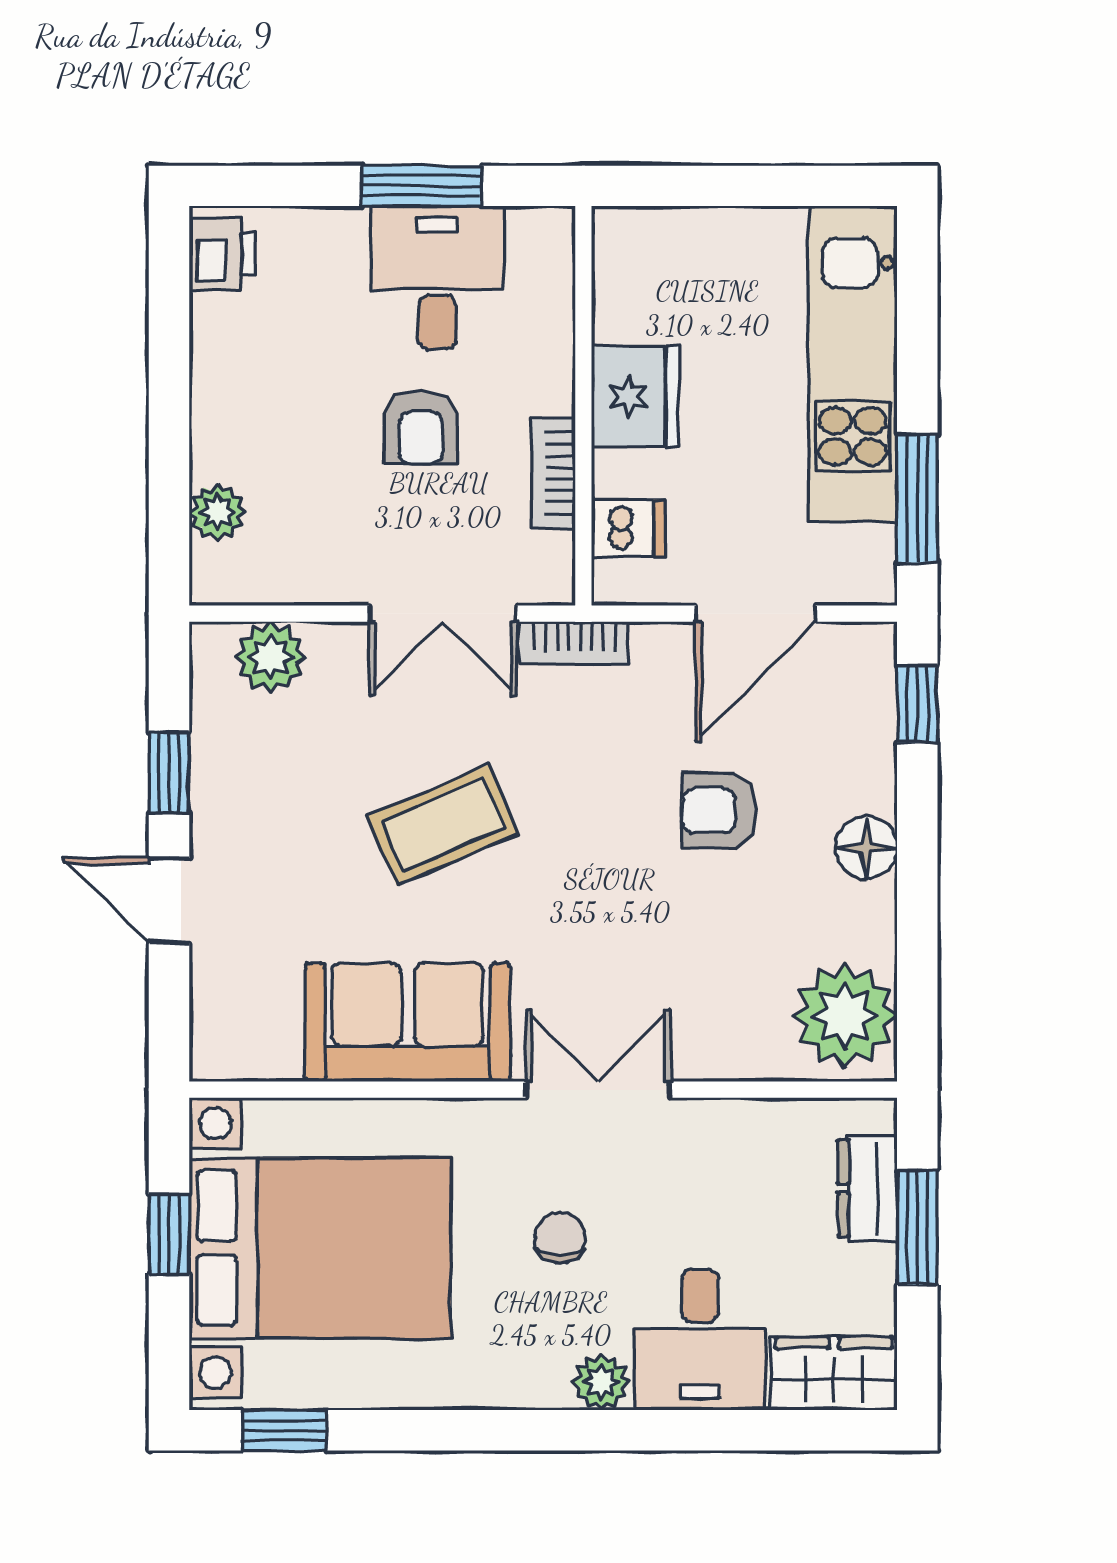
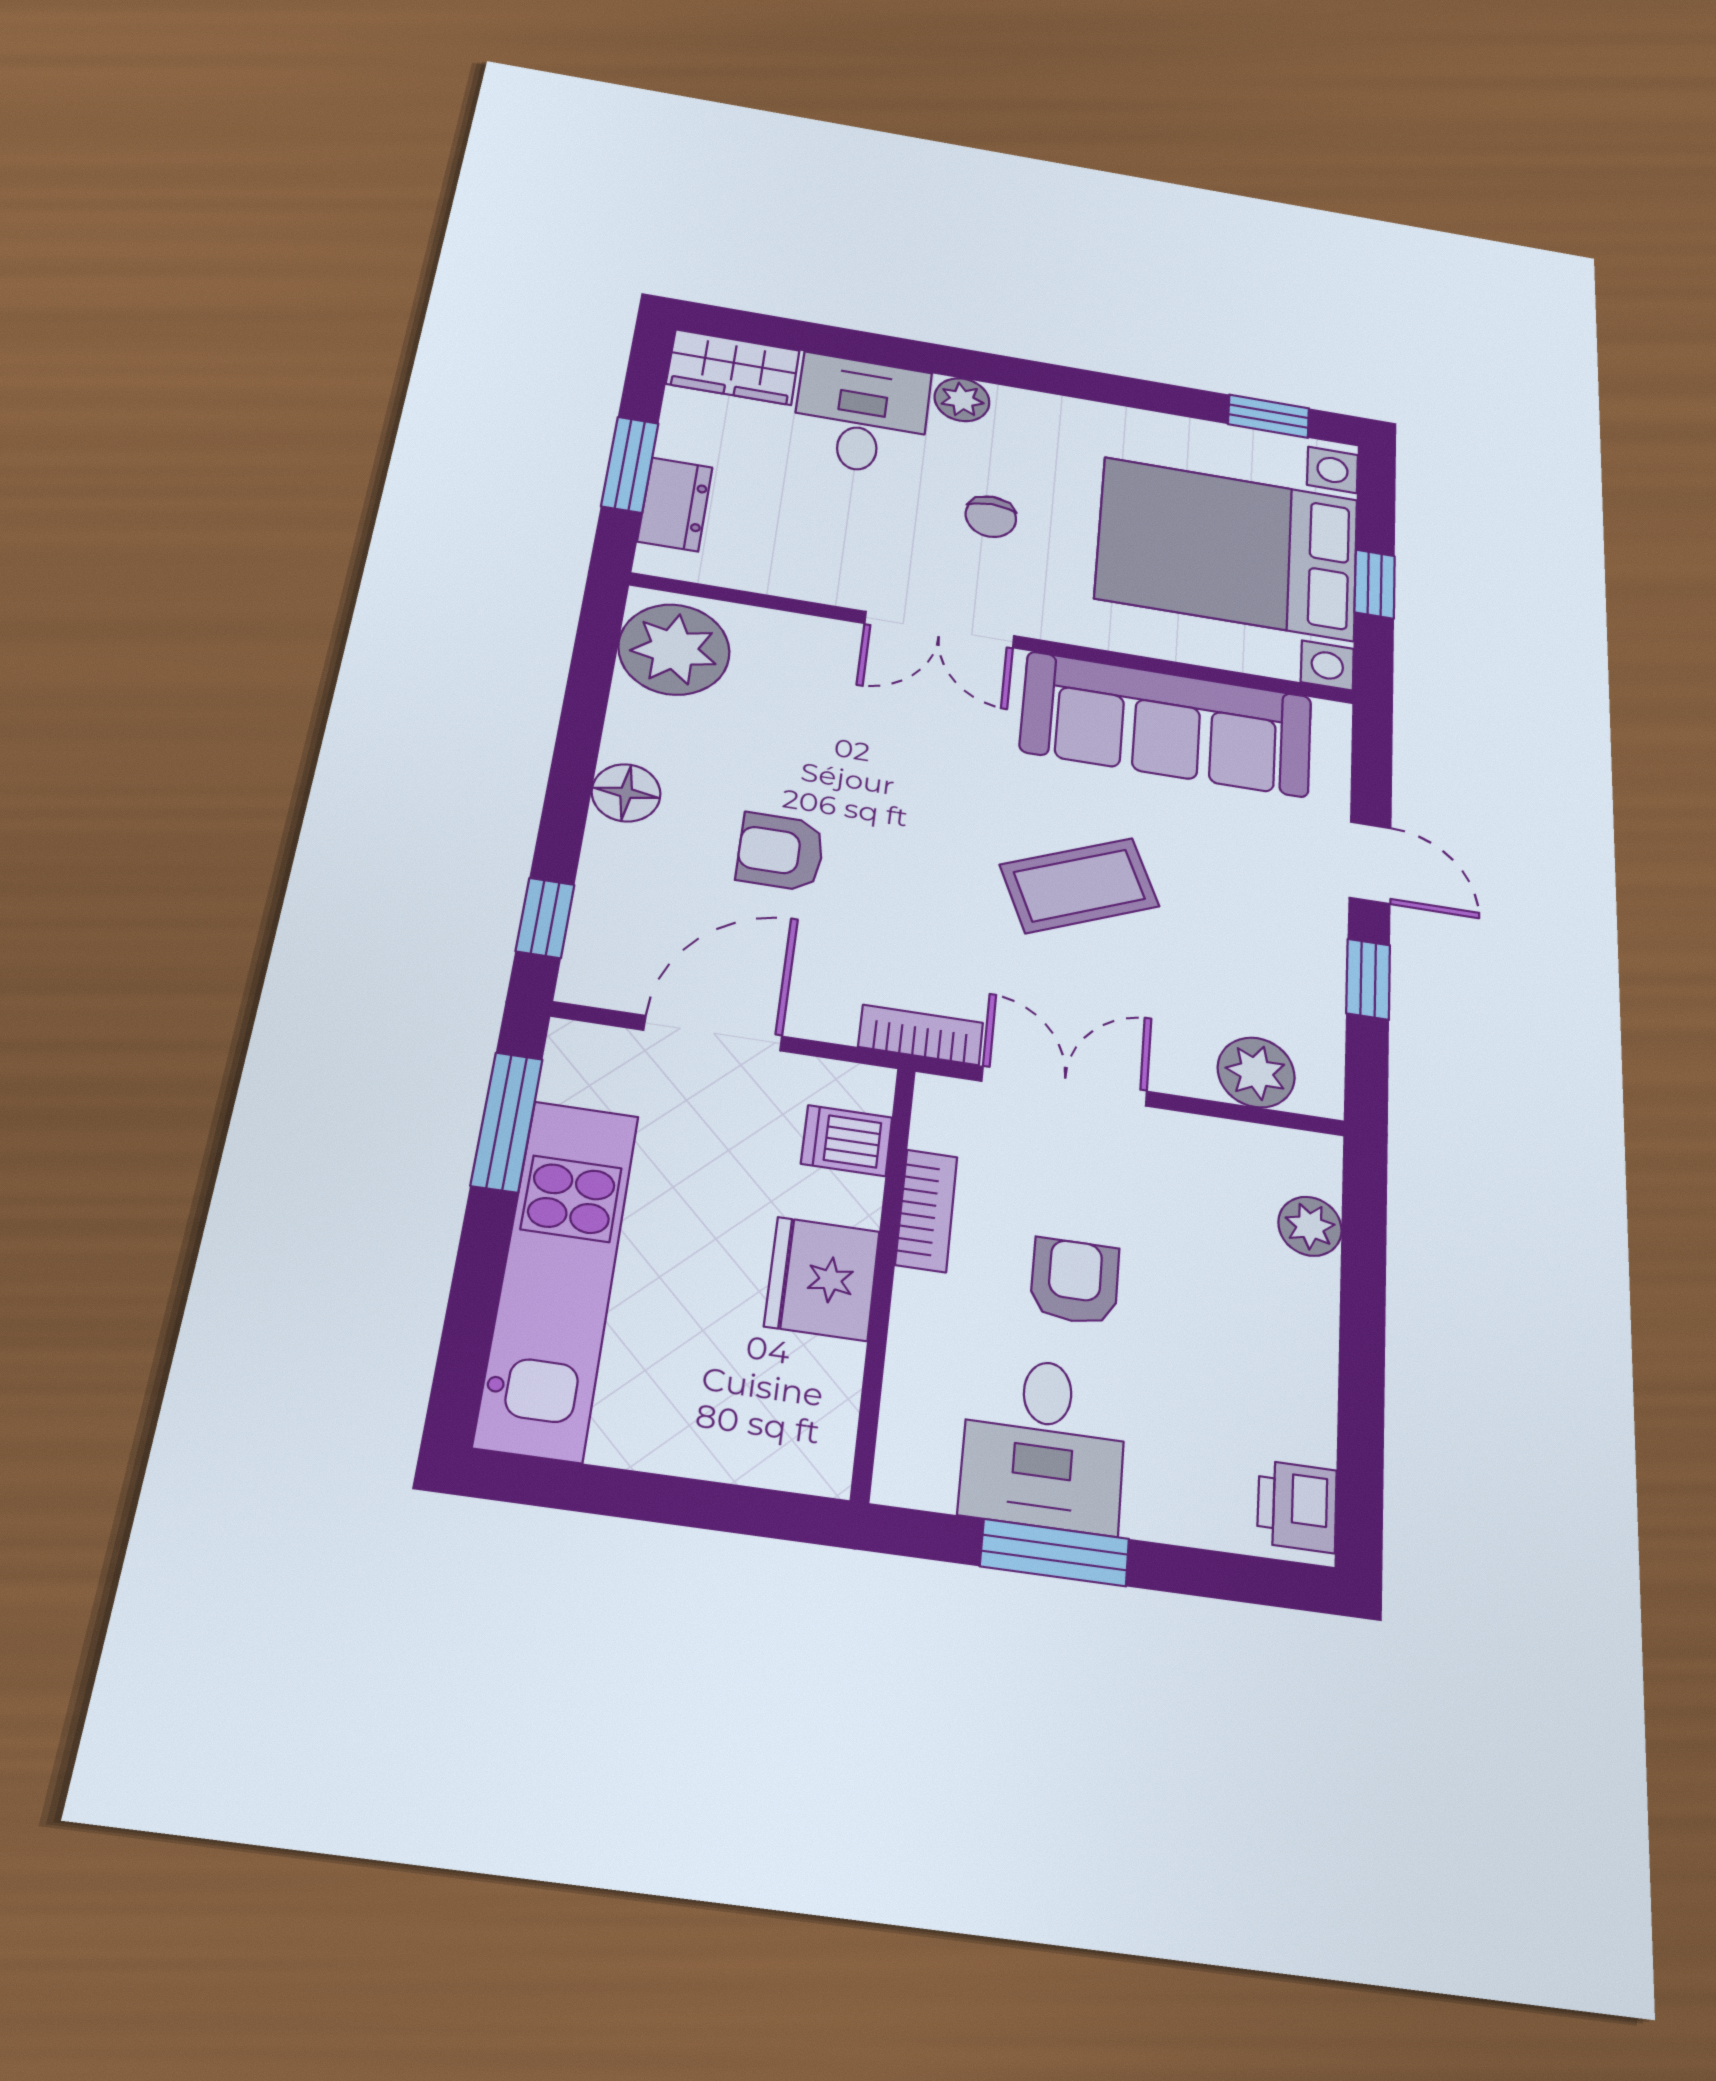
armchair: (719, 811) -> (781, 852), turned 180
sofa: (408, 1022) -> (1167, 724), width x1.36

